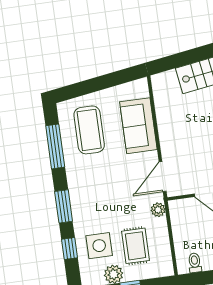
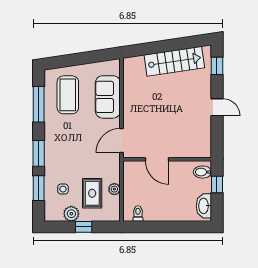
plant: (158, 210) -> (114, 189), moved
side table: (99, 246) -> (63, 189), width x0.54, depth x0.54
window: (69, 249) -> (39, 188), width x1.50

